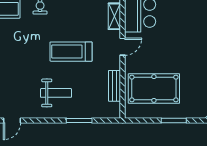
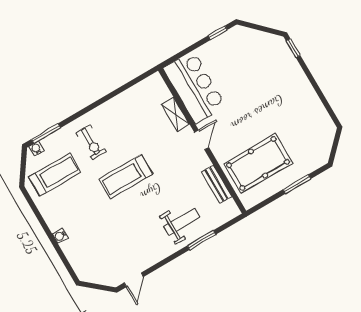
treadmill: (71, 52) -> (126, 177), moved
weight bench: (56, 93) -> (182, 222), moved

